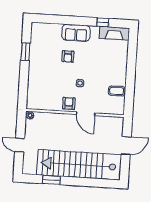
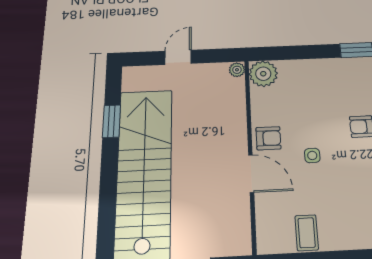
plant: (34, 102) -> (263, 74), added
door: (86, 114) -> (251, 174), swing flipped

